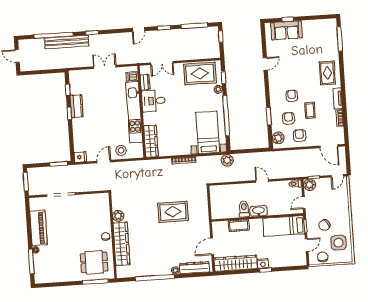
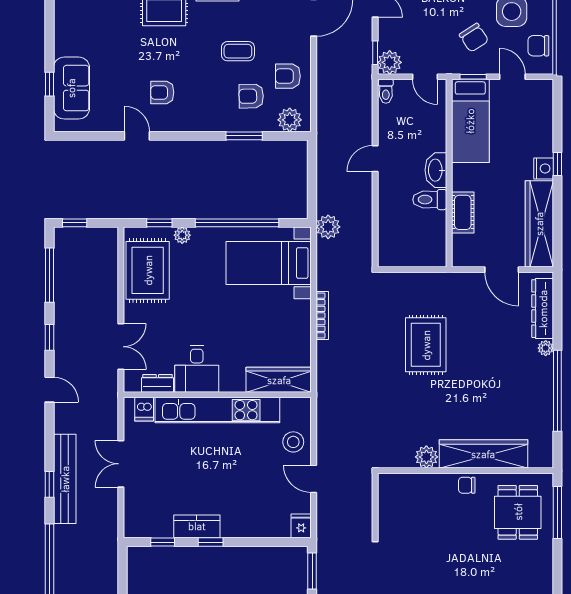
bench: (67, 42) -> (65, 479), moved
armchair: (292, 96) -> (162, 92), moved

